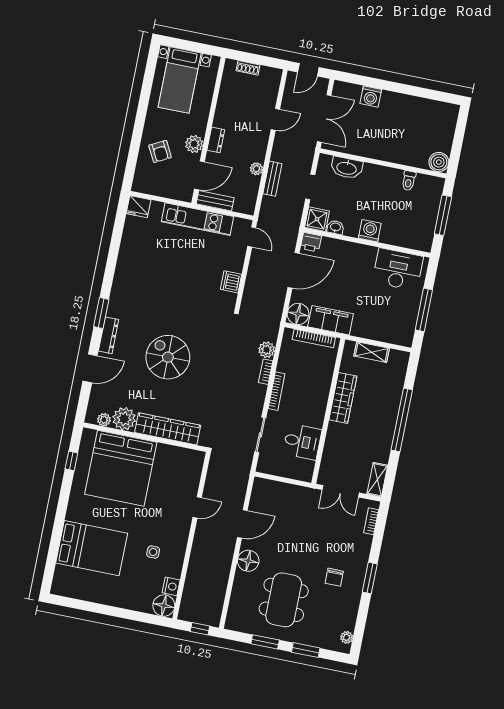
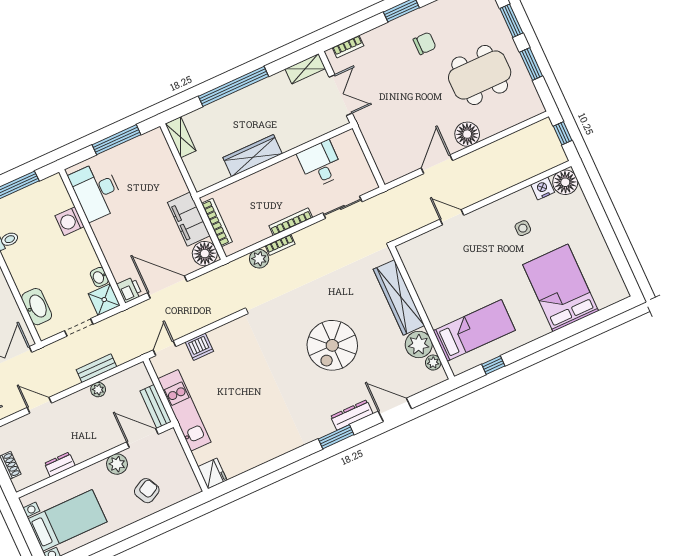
dresser: (216, 140) -> (60, 464), moved
washing machine: (370, 231) -> (70, 221), moved
dishwasher: (231, 282) -> (199, 347), moved
shelving: (372, 352) -> (181, 137), moved
bed: (121, 468) -> (474, 330), width x0.49
door: (242, 524) -> (437, 164), hinge flipped

